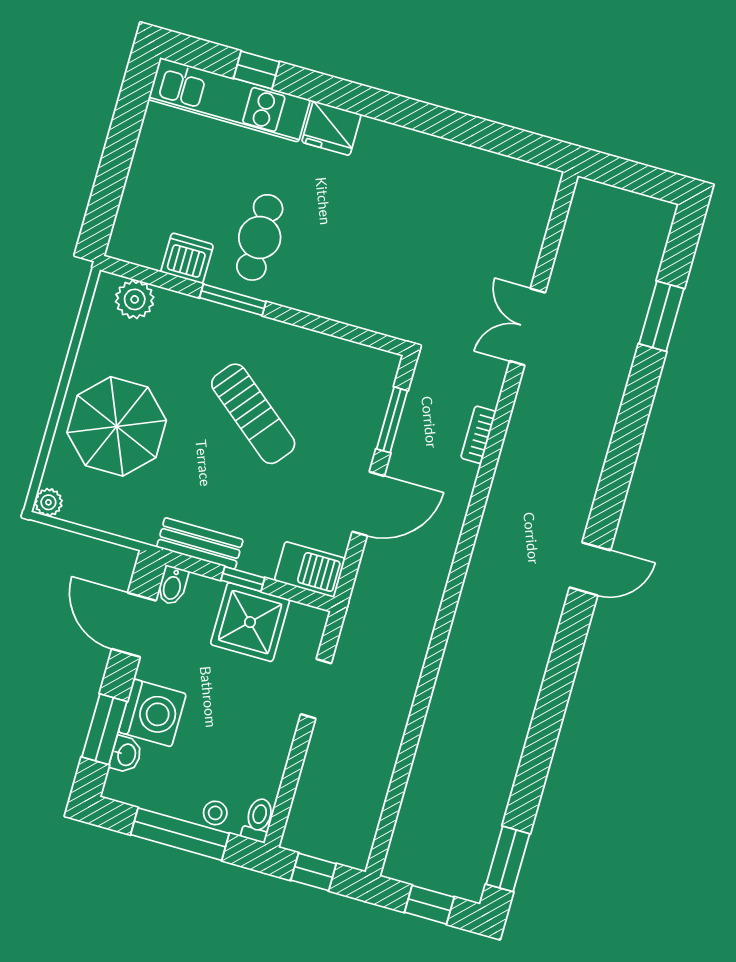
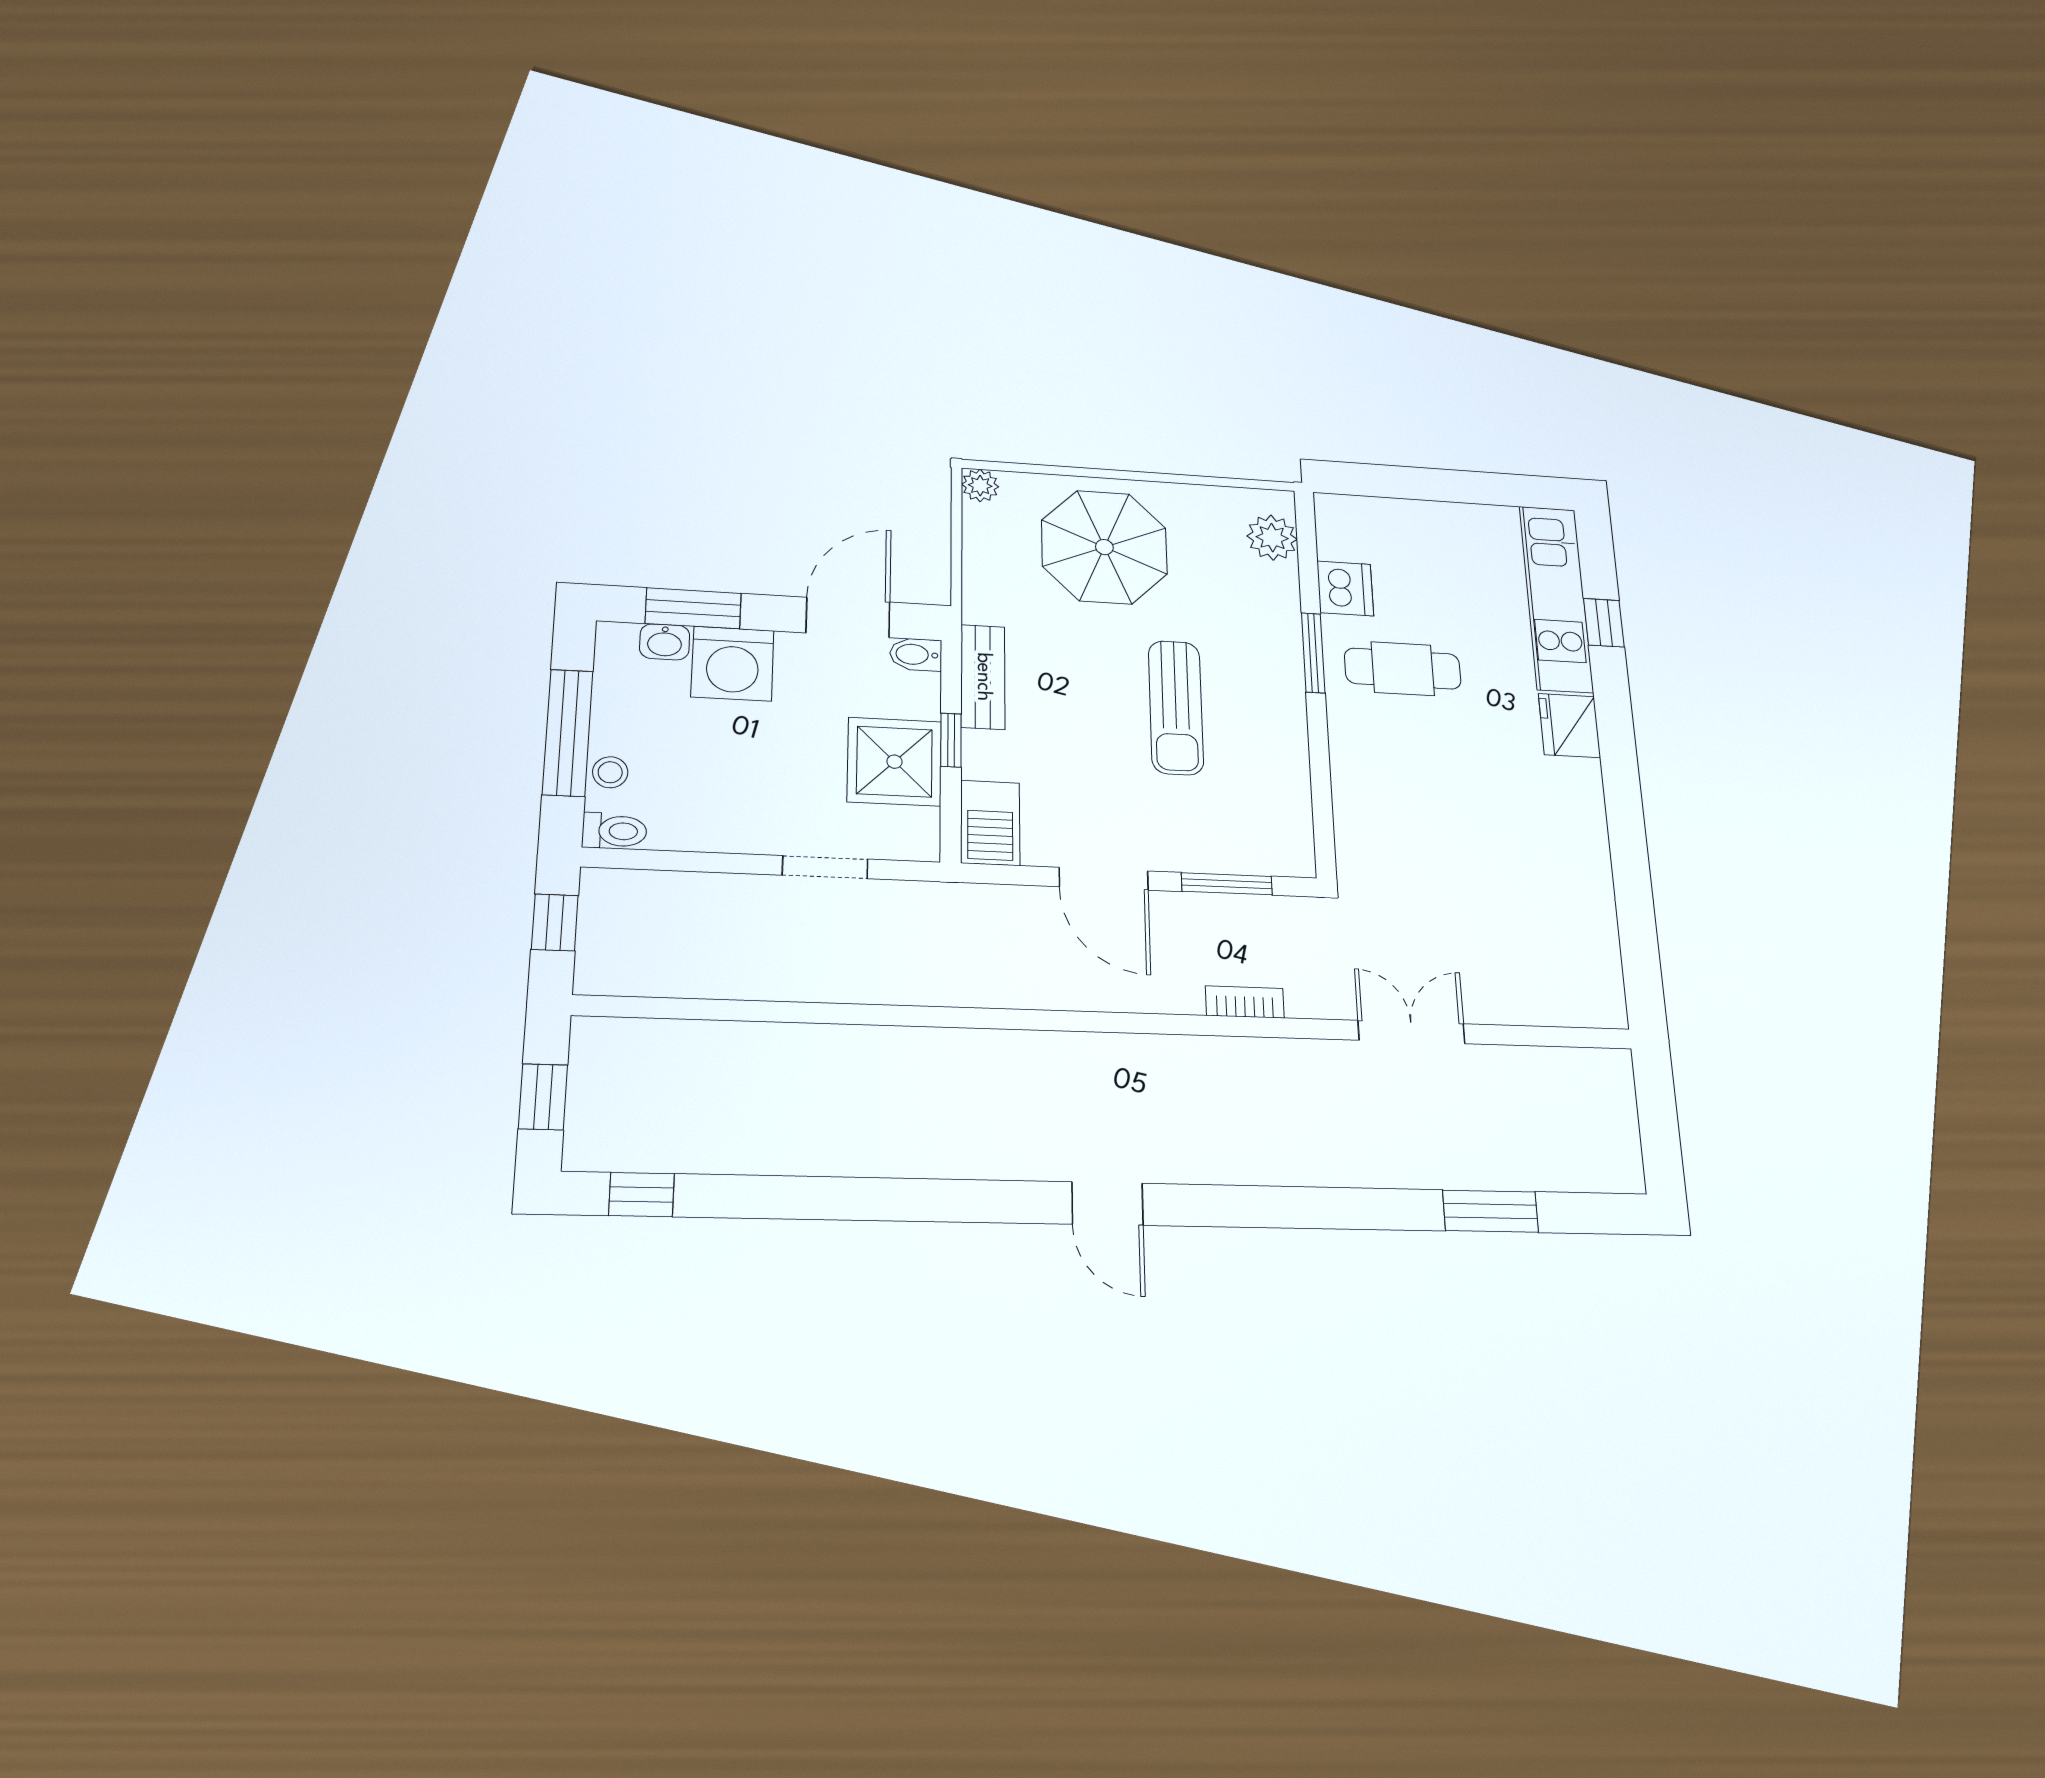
sun lounger: (253, 414) -> (1176, 707), turned -39
window: (508, 859) -> (641, 1195), width x0.67

